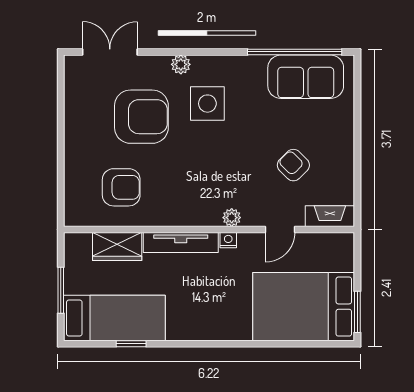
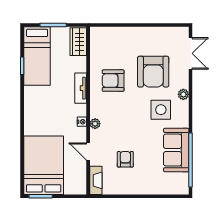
sofa: (306, 77) -> (176, 150), moved
armchair: (293, 165) -> (125, 159), turned -45
armchair: (121, 187) -> (113, 81), moved, turned 90
tv unit: (181, 243) -> (81, 88), width x0.71
wardrobe: (117, 247) -> (78, 42), moved

